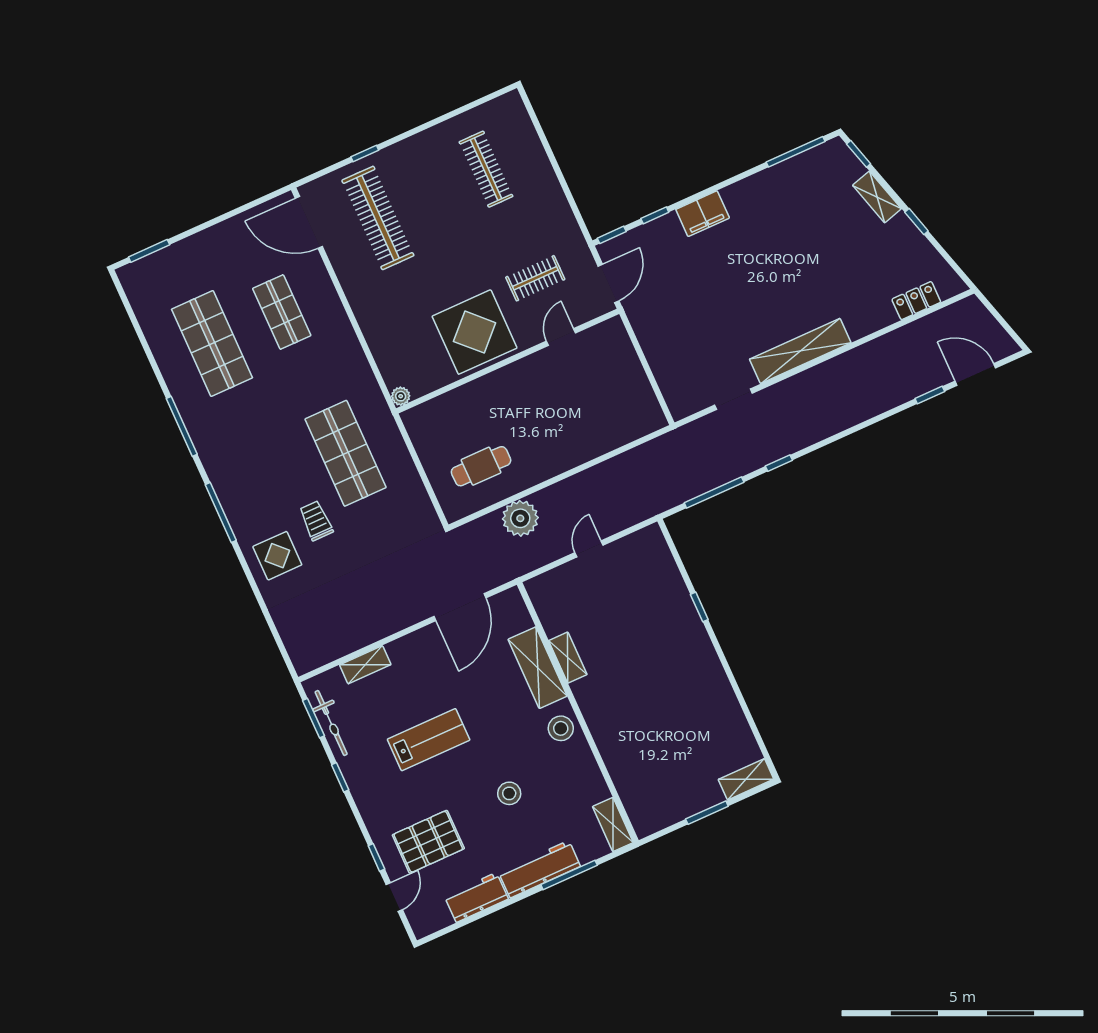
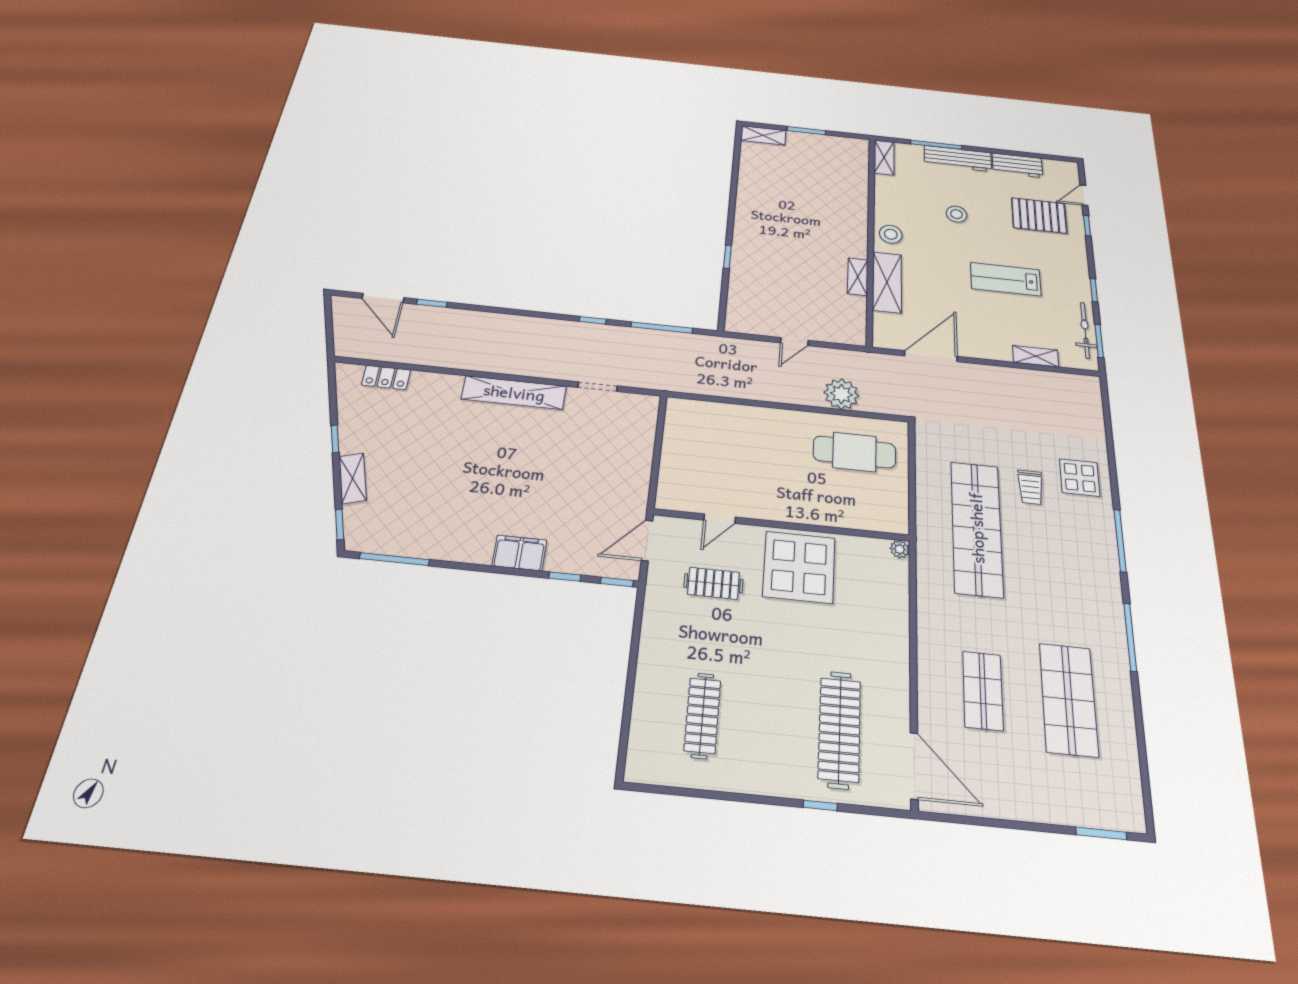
shop shelf: (346, 453) -> (977, 528), width x1.40
cafe table: (481, 466) -> (854, 452), width x1.37, depth x1.35

